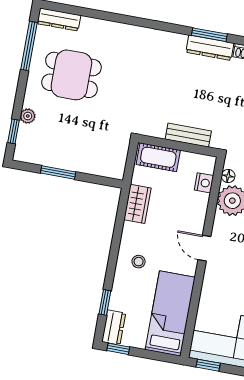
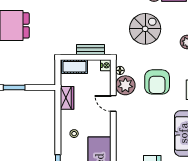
nightstand: (204, 183) -> (106, 65), moved
door: (204, 248) -> (113, 103), moved

